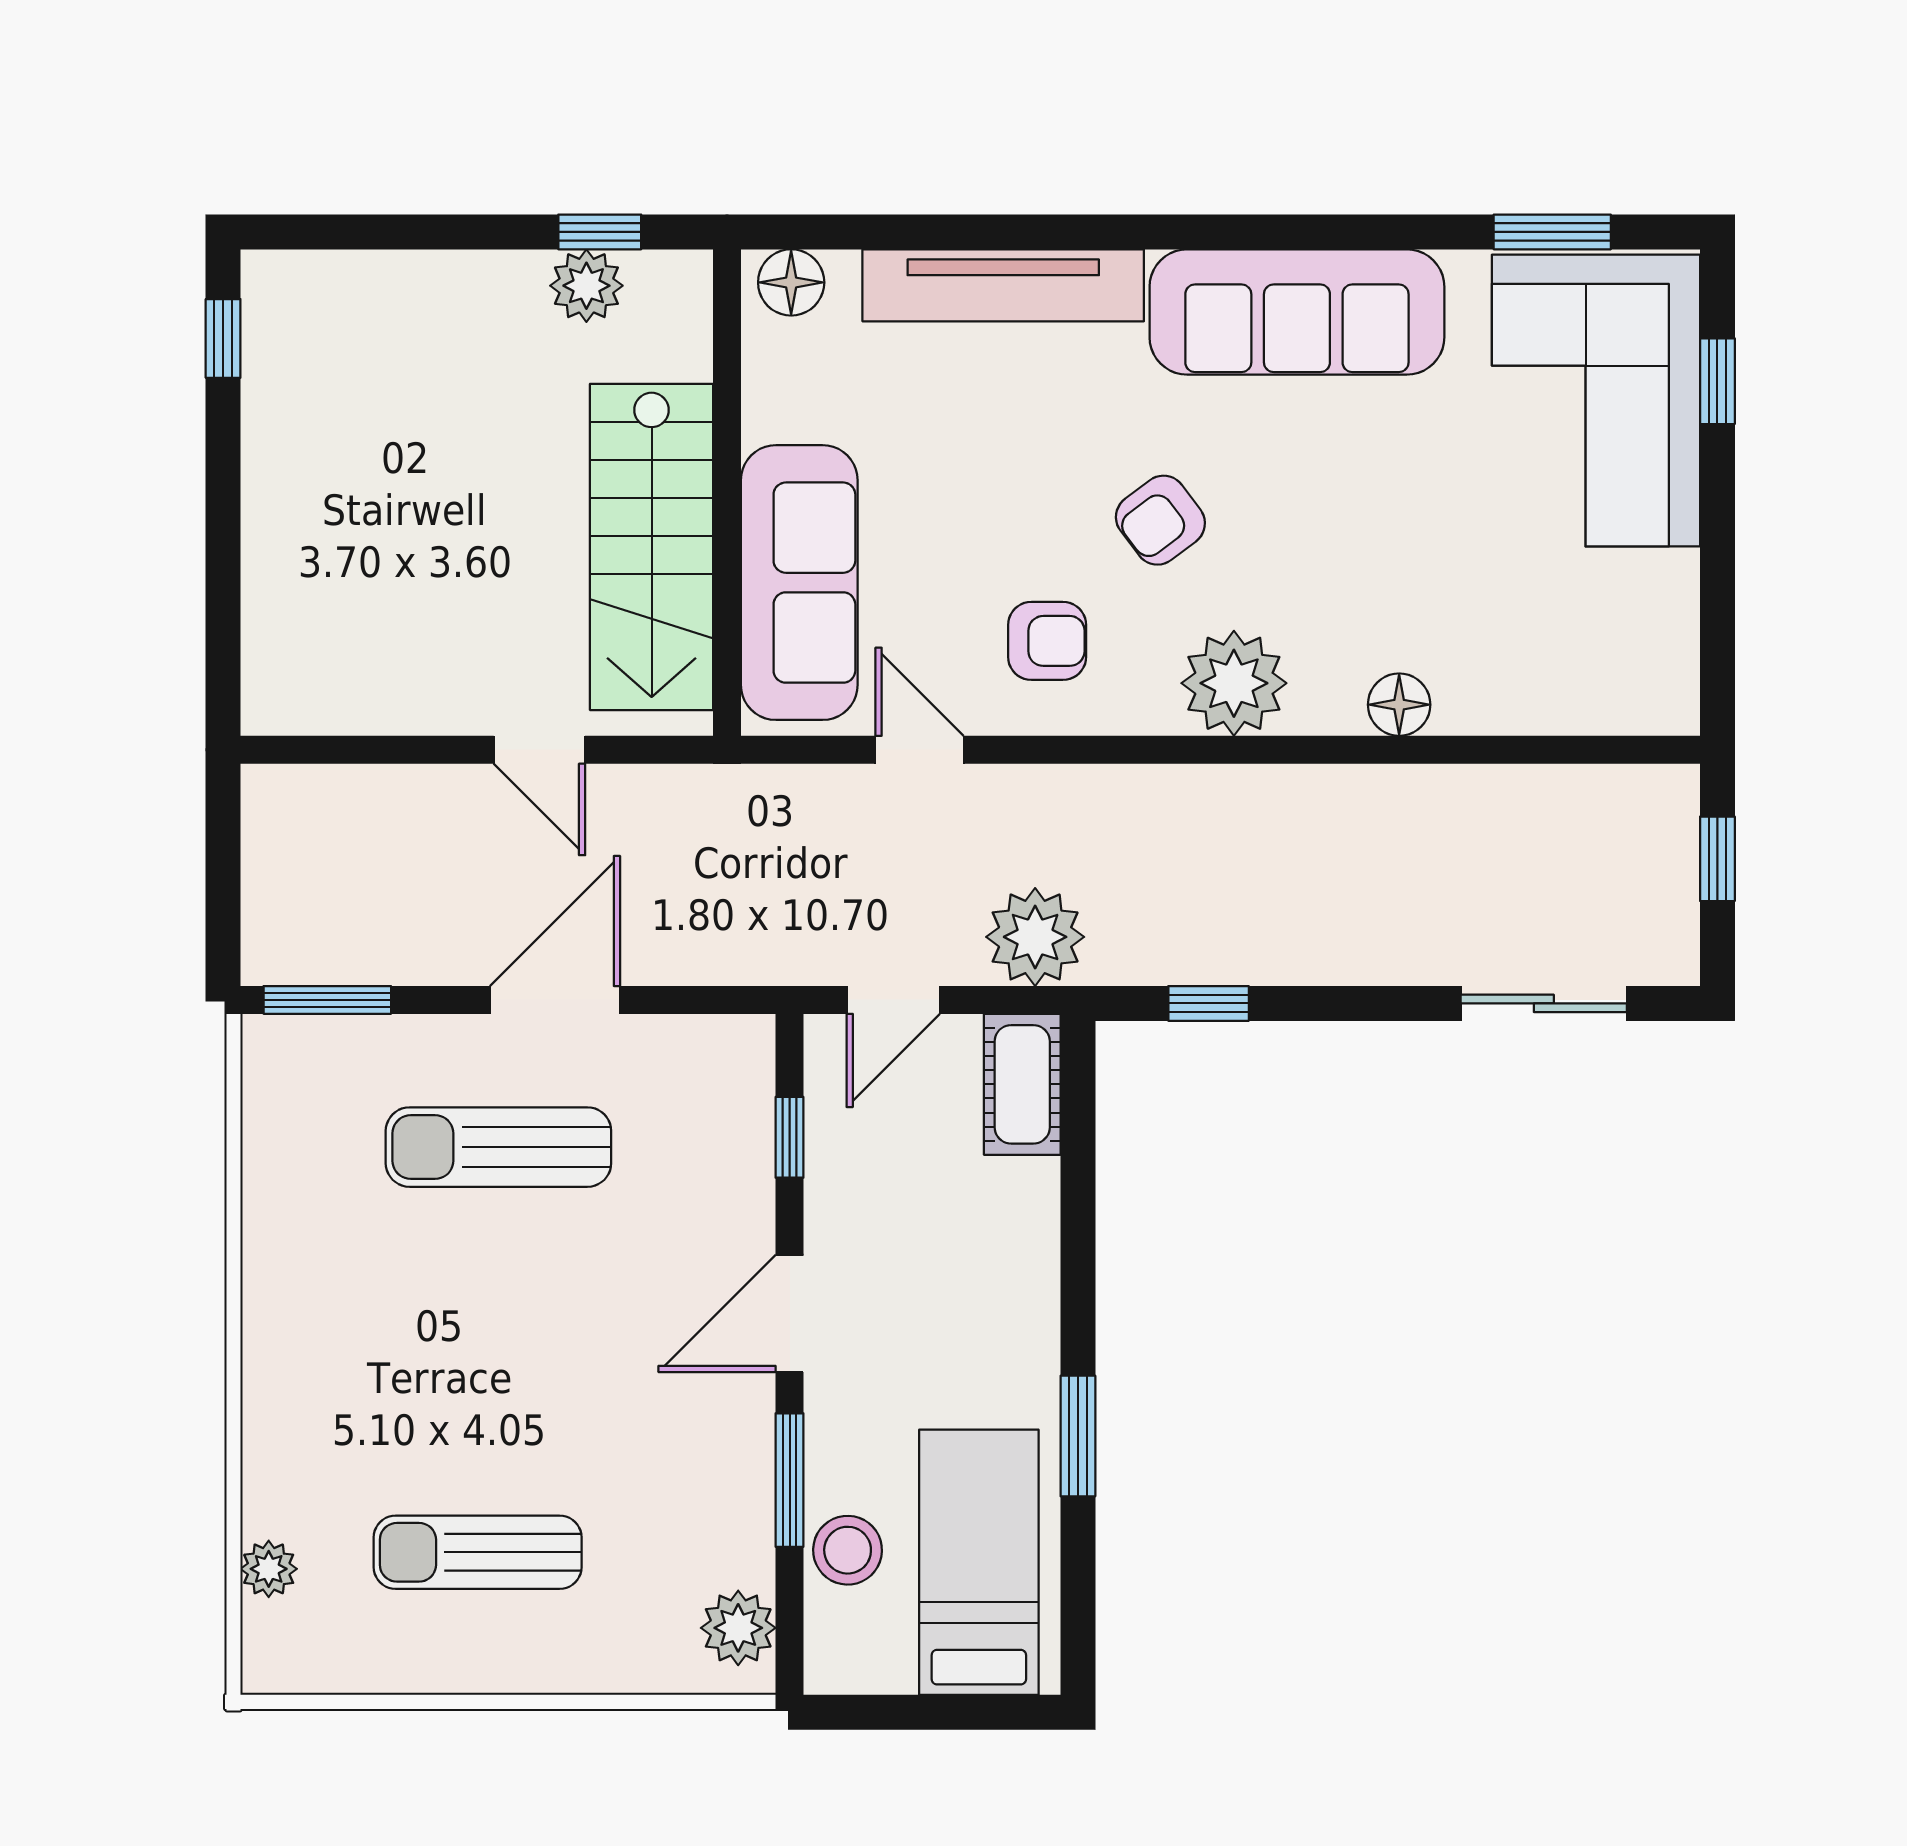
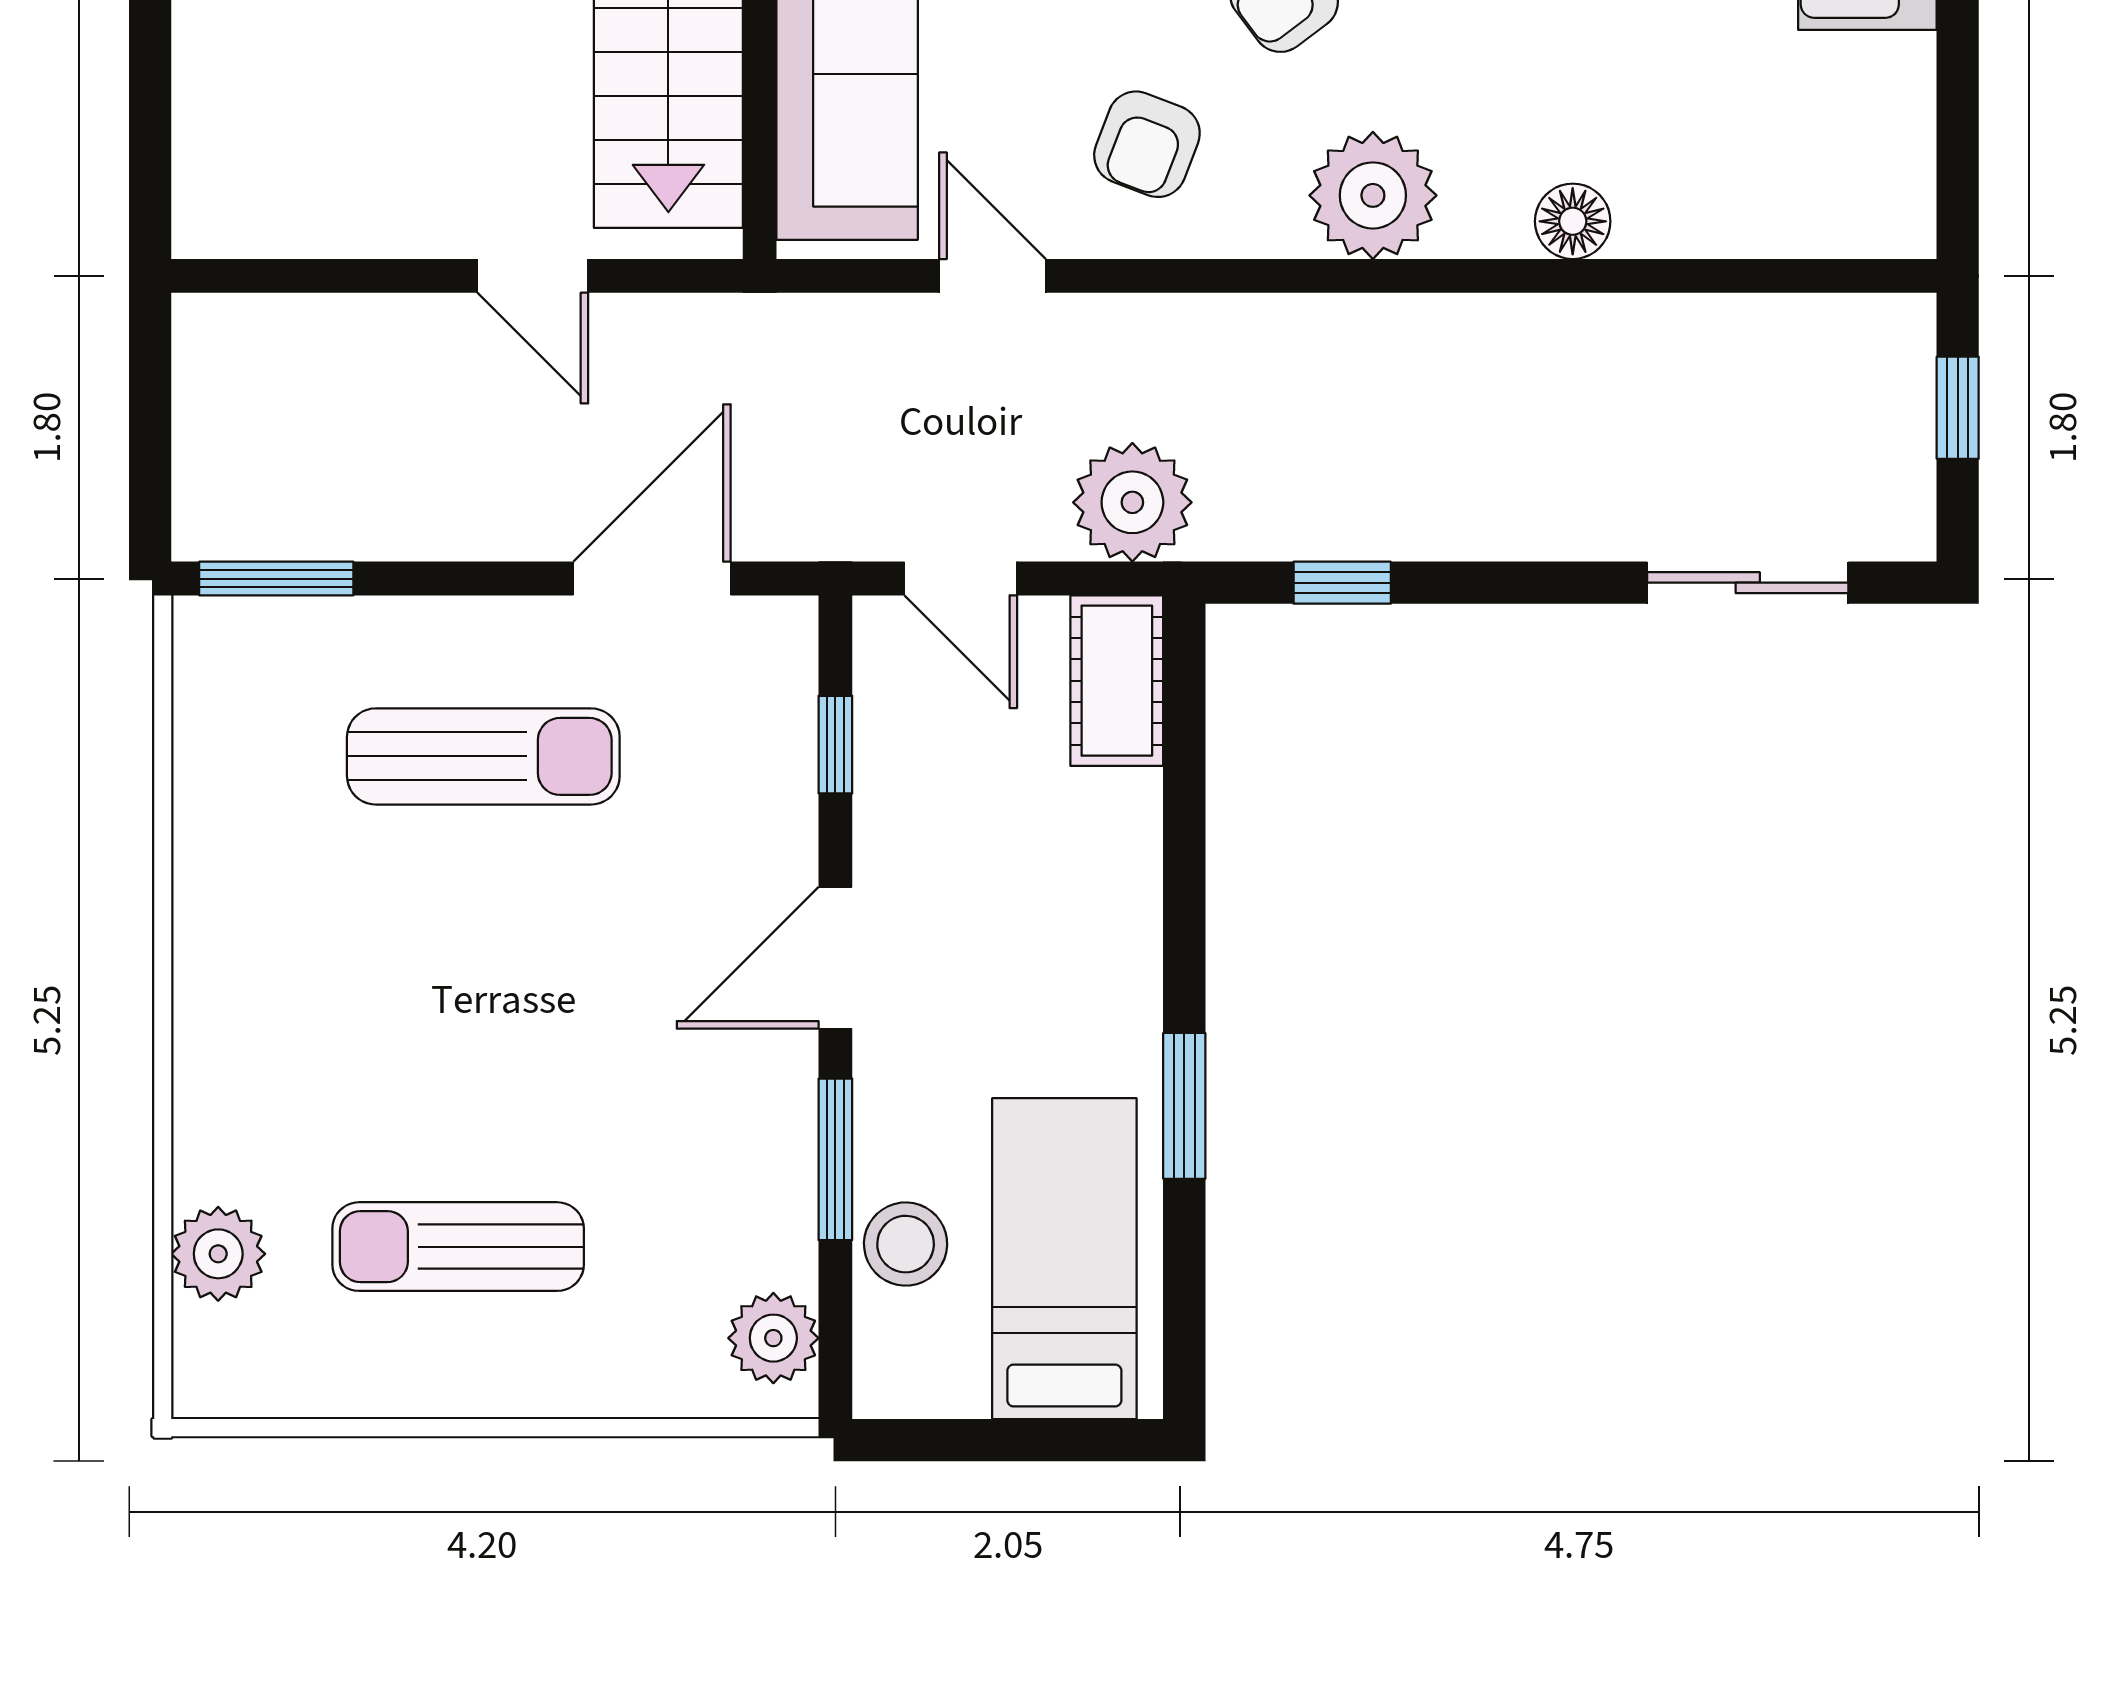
armchair: (1047, 641) -> (1147, 144), turned 111
door: (555, 1000) -> (652, 579), moved
door: (893, 1000) -> (961, 579), hinge flipped
sun lounger: (498, 1147) -> (483, 756), turned 180
plant: (269, 1569) -> (218, 1254), width x1.38, depth x1.38

